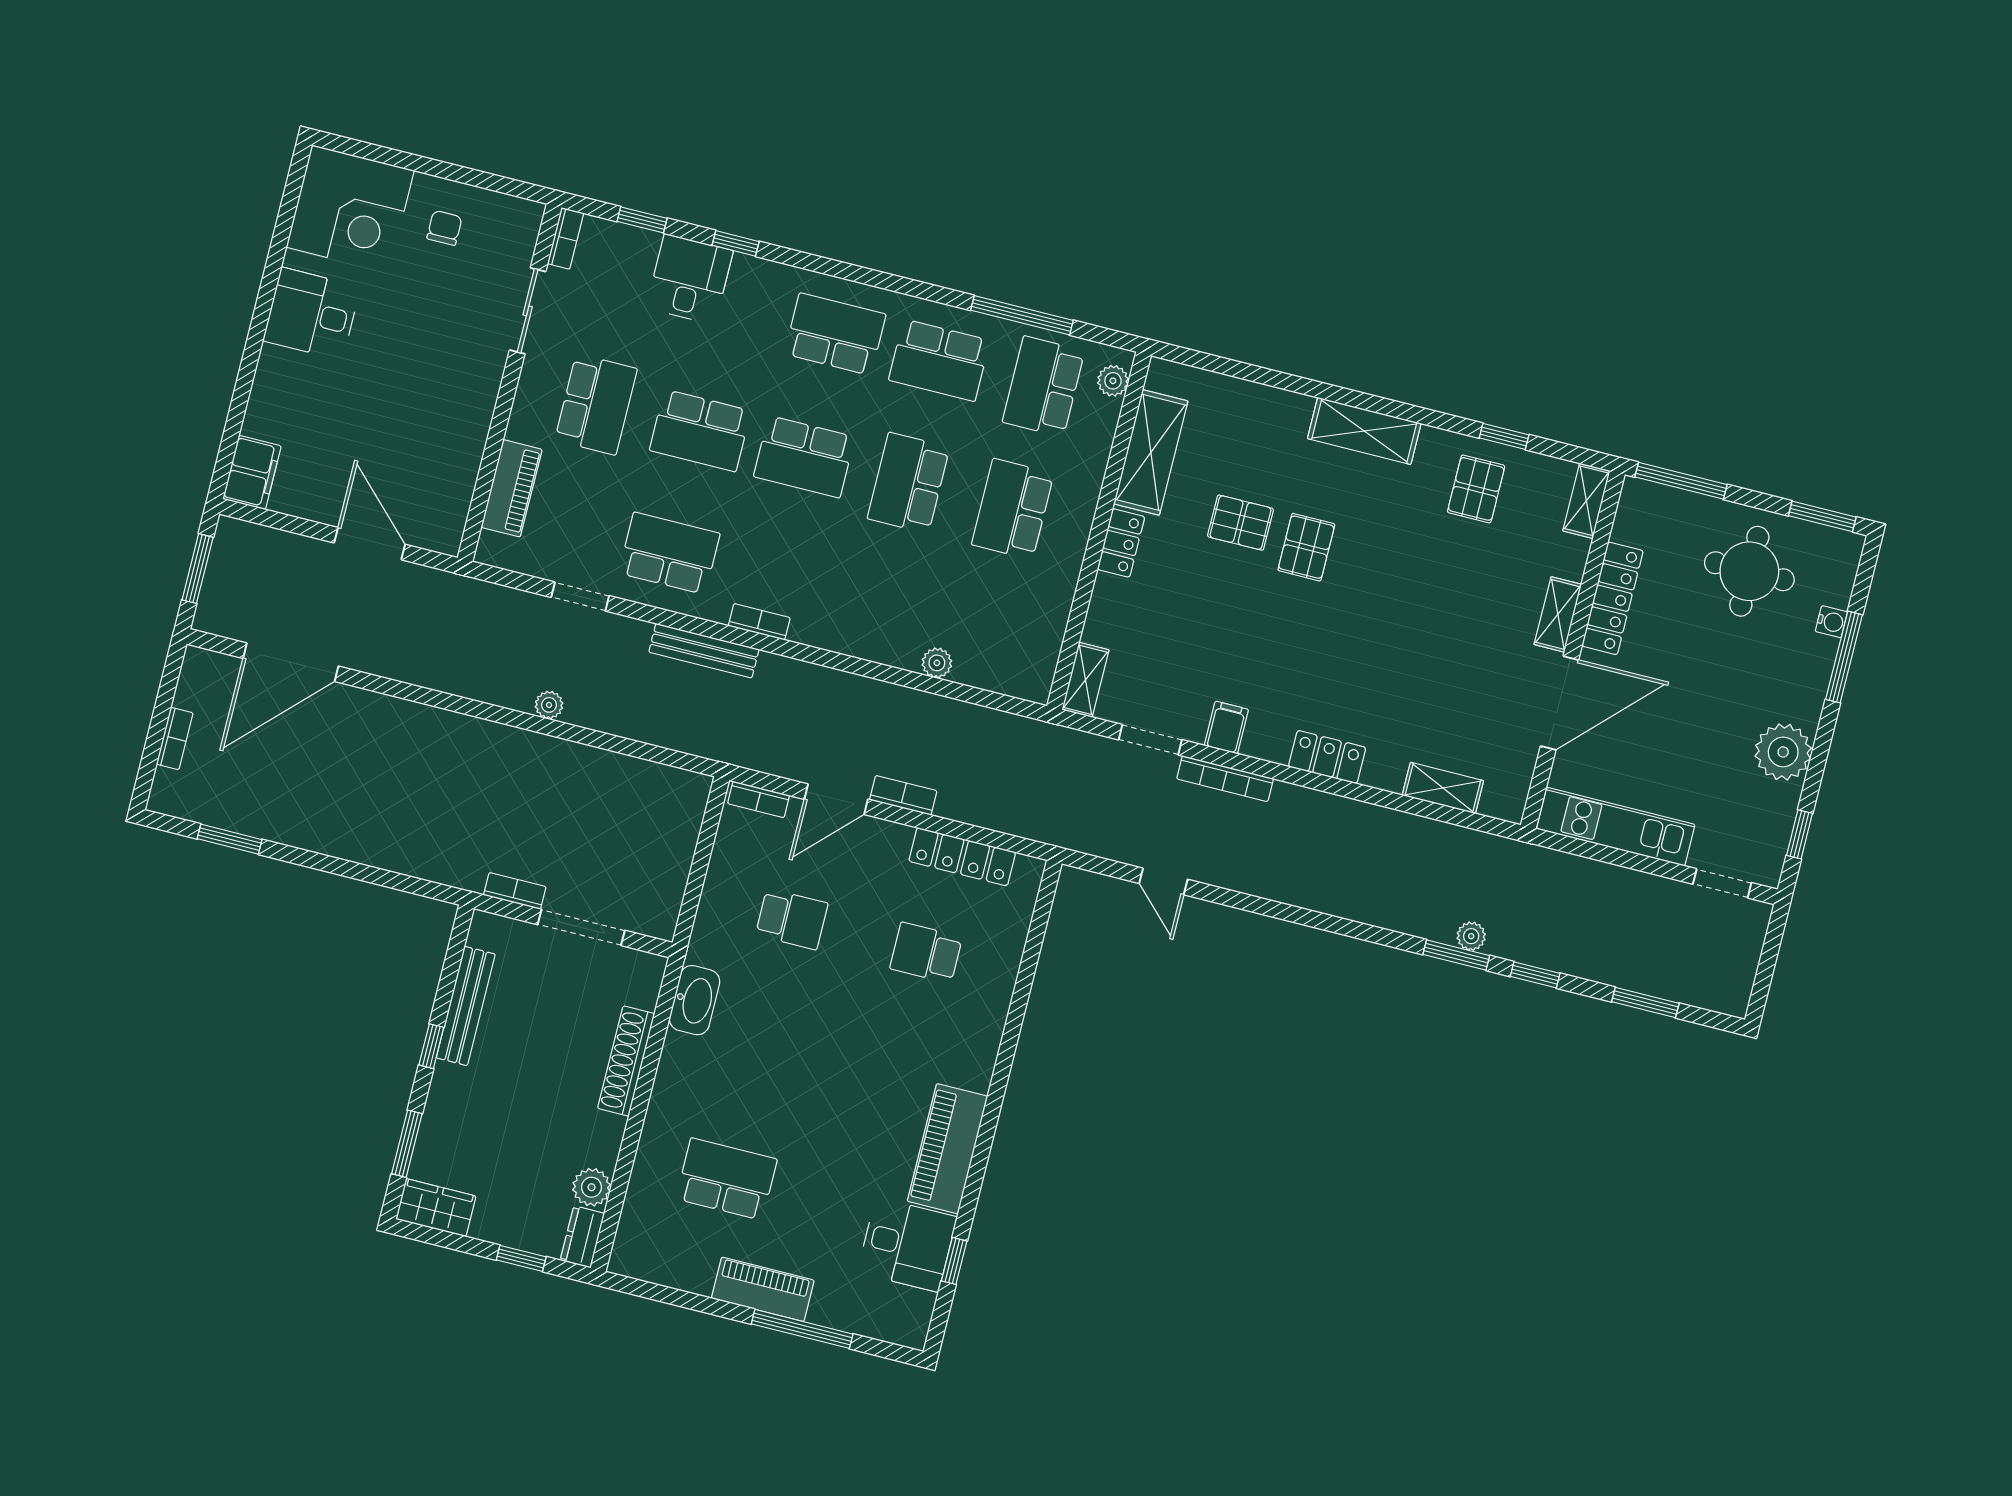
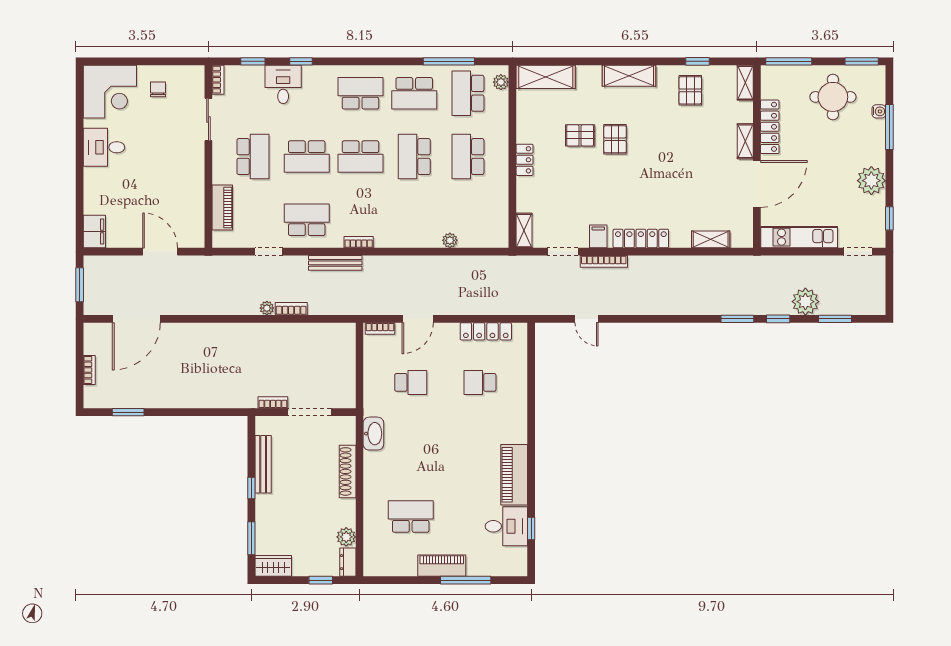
shelving: (1151, 452) -> (546, 77), moved, turned 90
locker: (1327, 757) -> (641, 239), width x1.53
bookcase: (903, 795) -> (291, 309), moved
plant: (1471, 936) -> (805, 302), moved, width x1.88, depth x1.88

